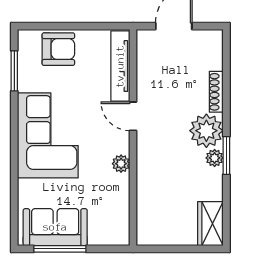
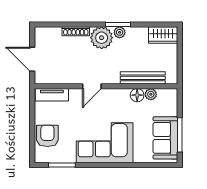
tv unit: (120, 66) -> (52, 95), width x0.71
plant: (121, 164) -> (151, 94), moved
floor lamp: (120, 184) -> (137, 95), added
bench: (146, 193) -> (143, 78), added

